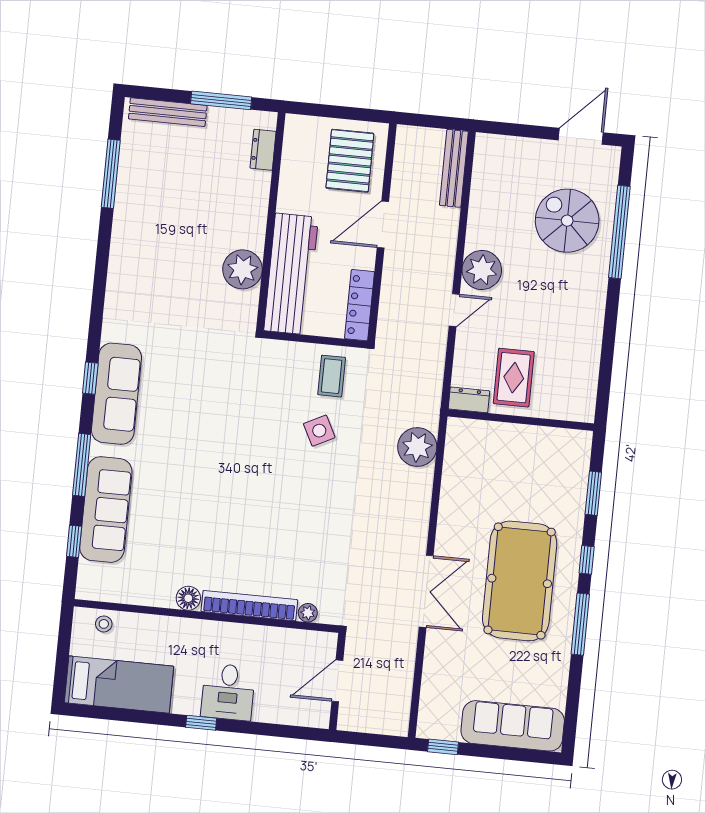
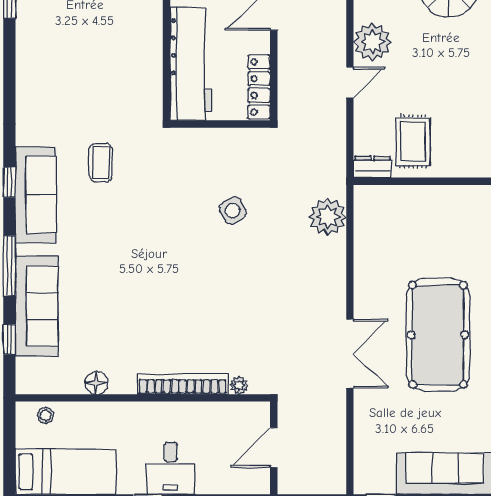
plant: (243, 269) -> (144, 64), removed
coffee table: (332, 376) -> (101, 163), moved
floor lamp: (188, 598) -> (96, 383), moved

